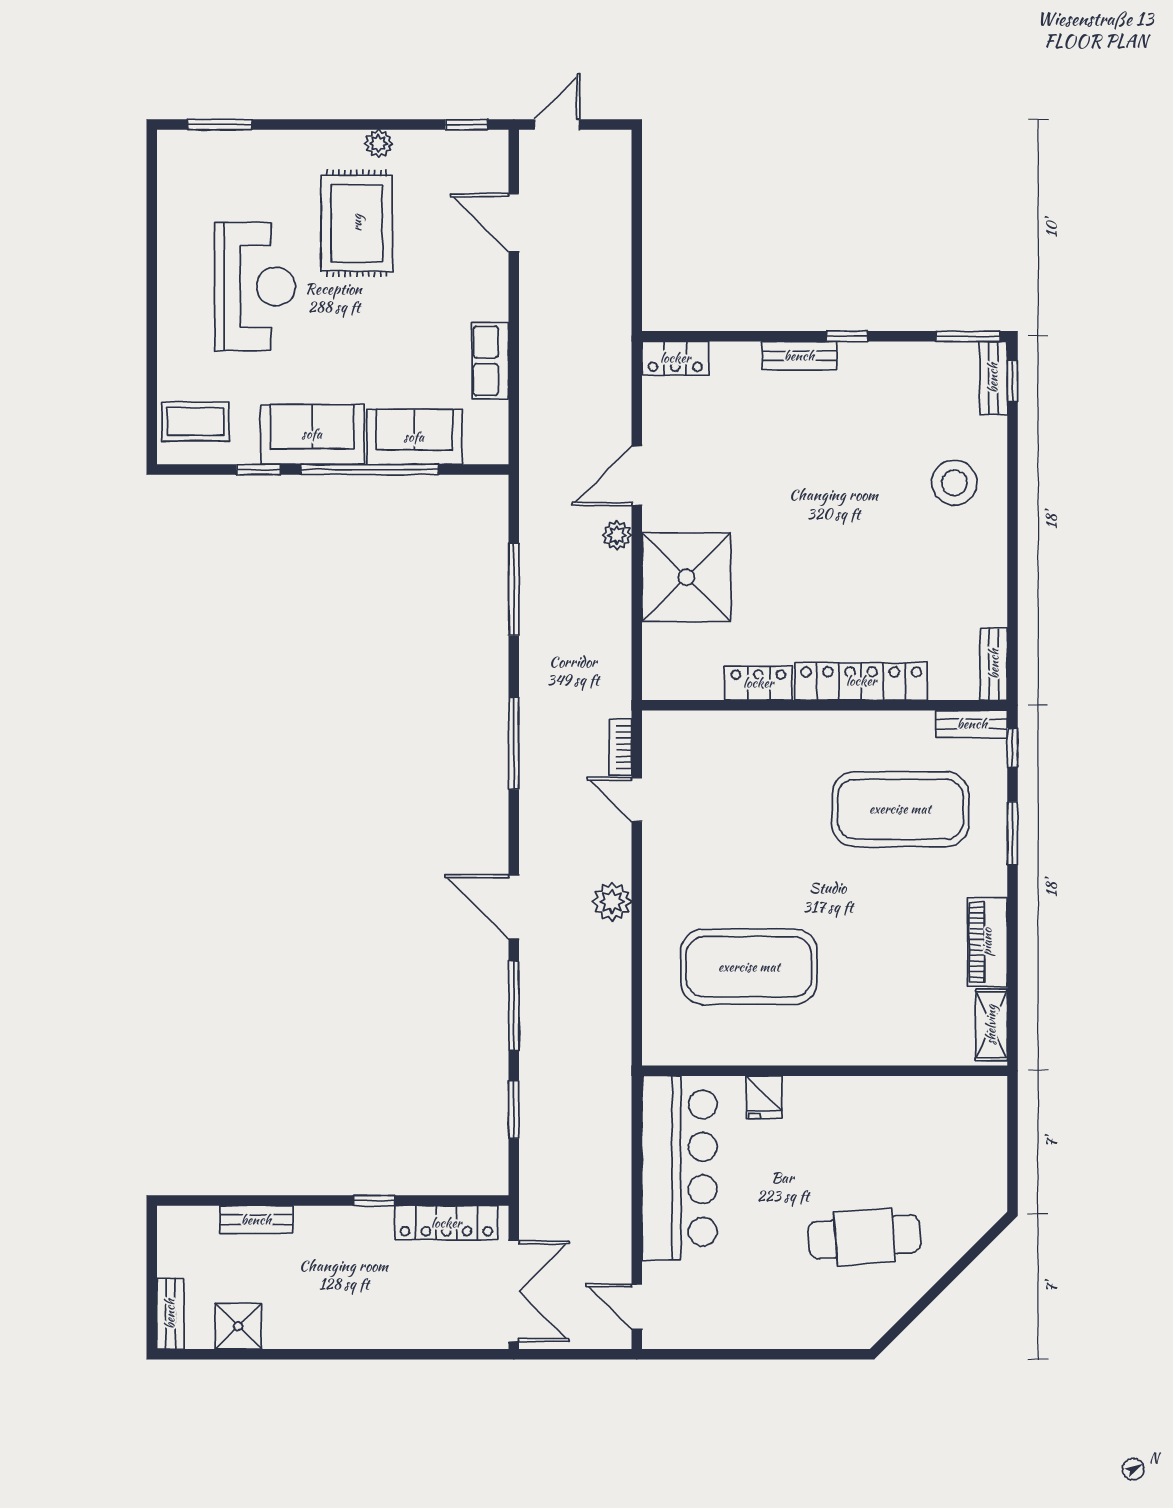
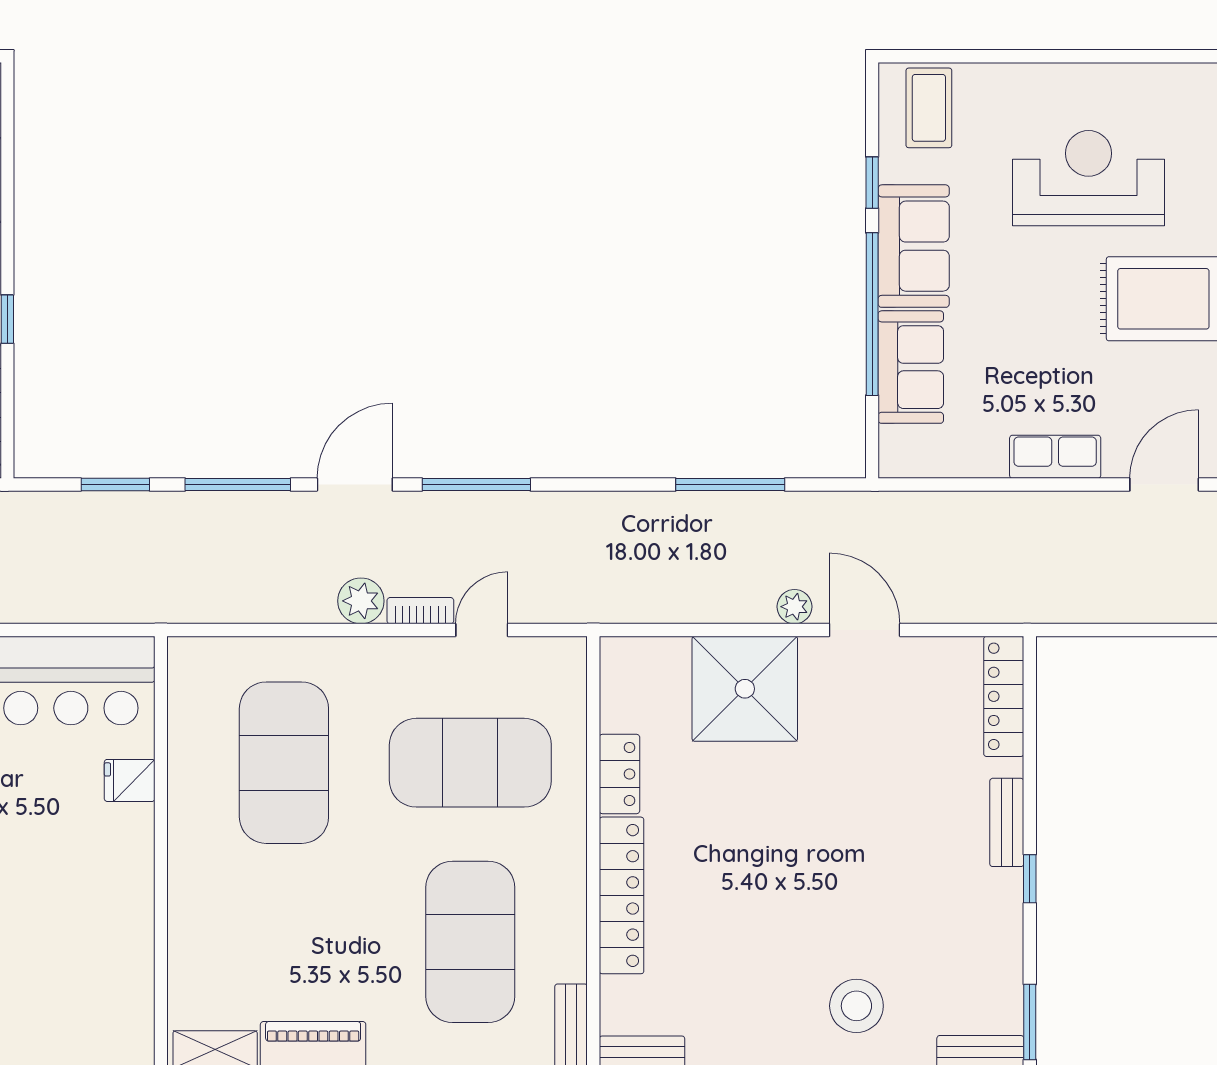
reception desk: (255, 287) -> (1089, 178), turned 180
locker: (675, 358) -> (1004, 696), width x1.53
row of seats: (490, 361) -> (1055, 457), moved
window: (514, 743) -> (476, 485), moved
bookcase: (620, 747) -> (420, 611), moved
exercise mat: (749, 809) -> (470, 763), added

